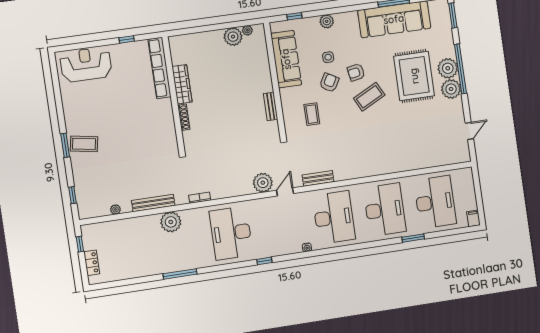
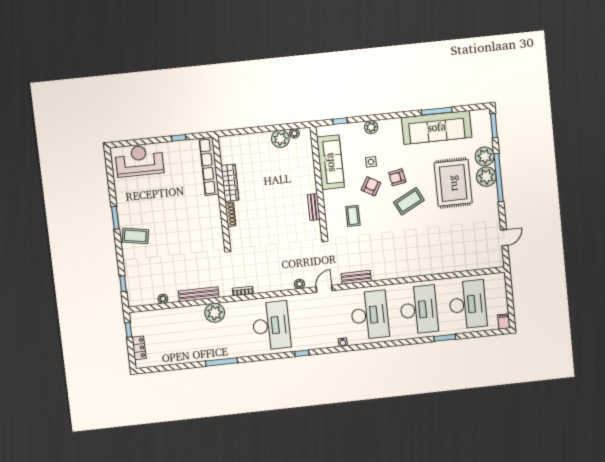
plant: (451, 89) -> (485, 156), moved
window: (65, 145) -> (115, 218), moved
plant: (263, 183) -> (299, 284), width x0.53, depth x0.53
desk: (231, 233) -> (271, 326), turned 180

